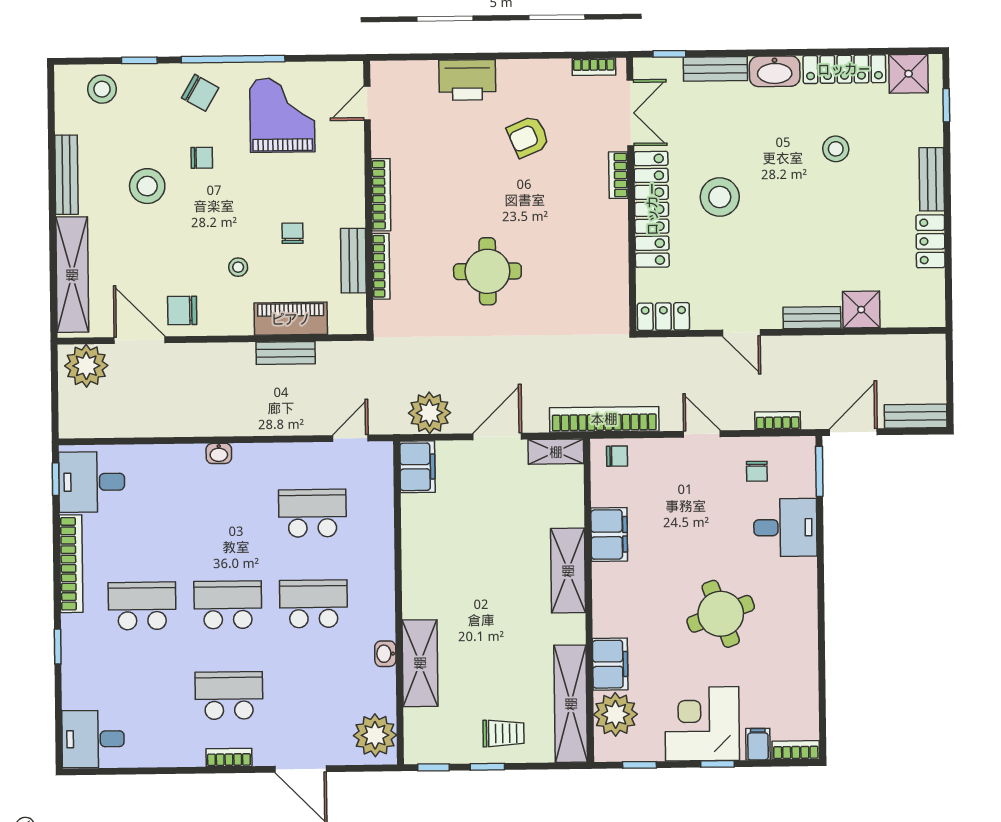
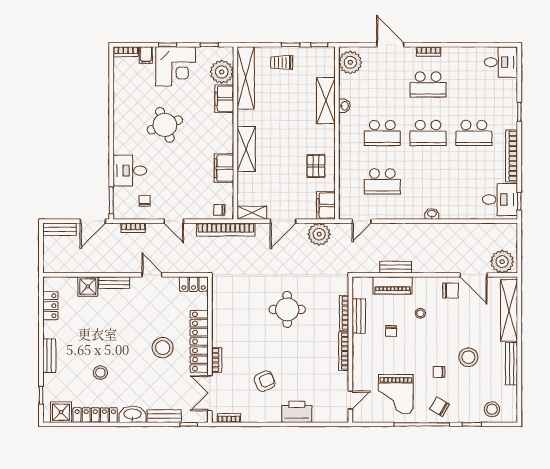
locker: (930, 241) -> (50, 306), moved
pallet: (437, 541) -> (316, 166), added

